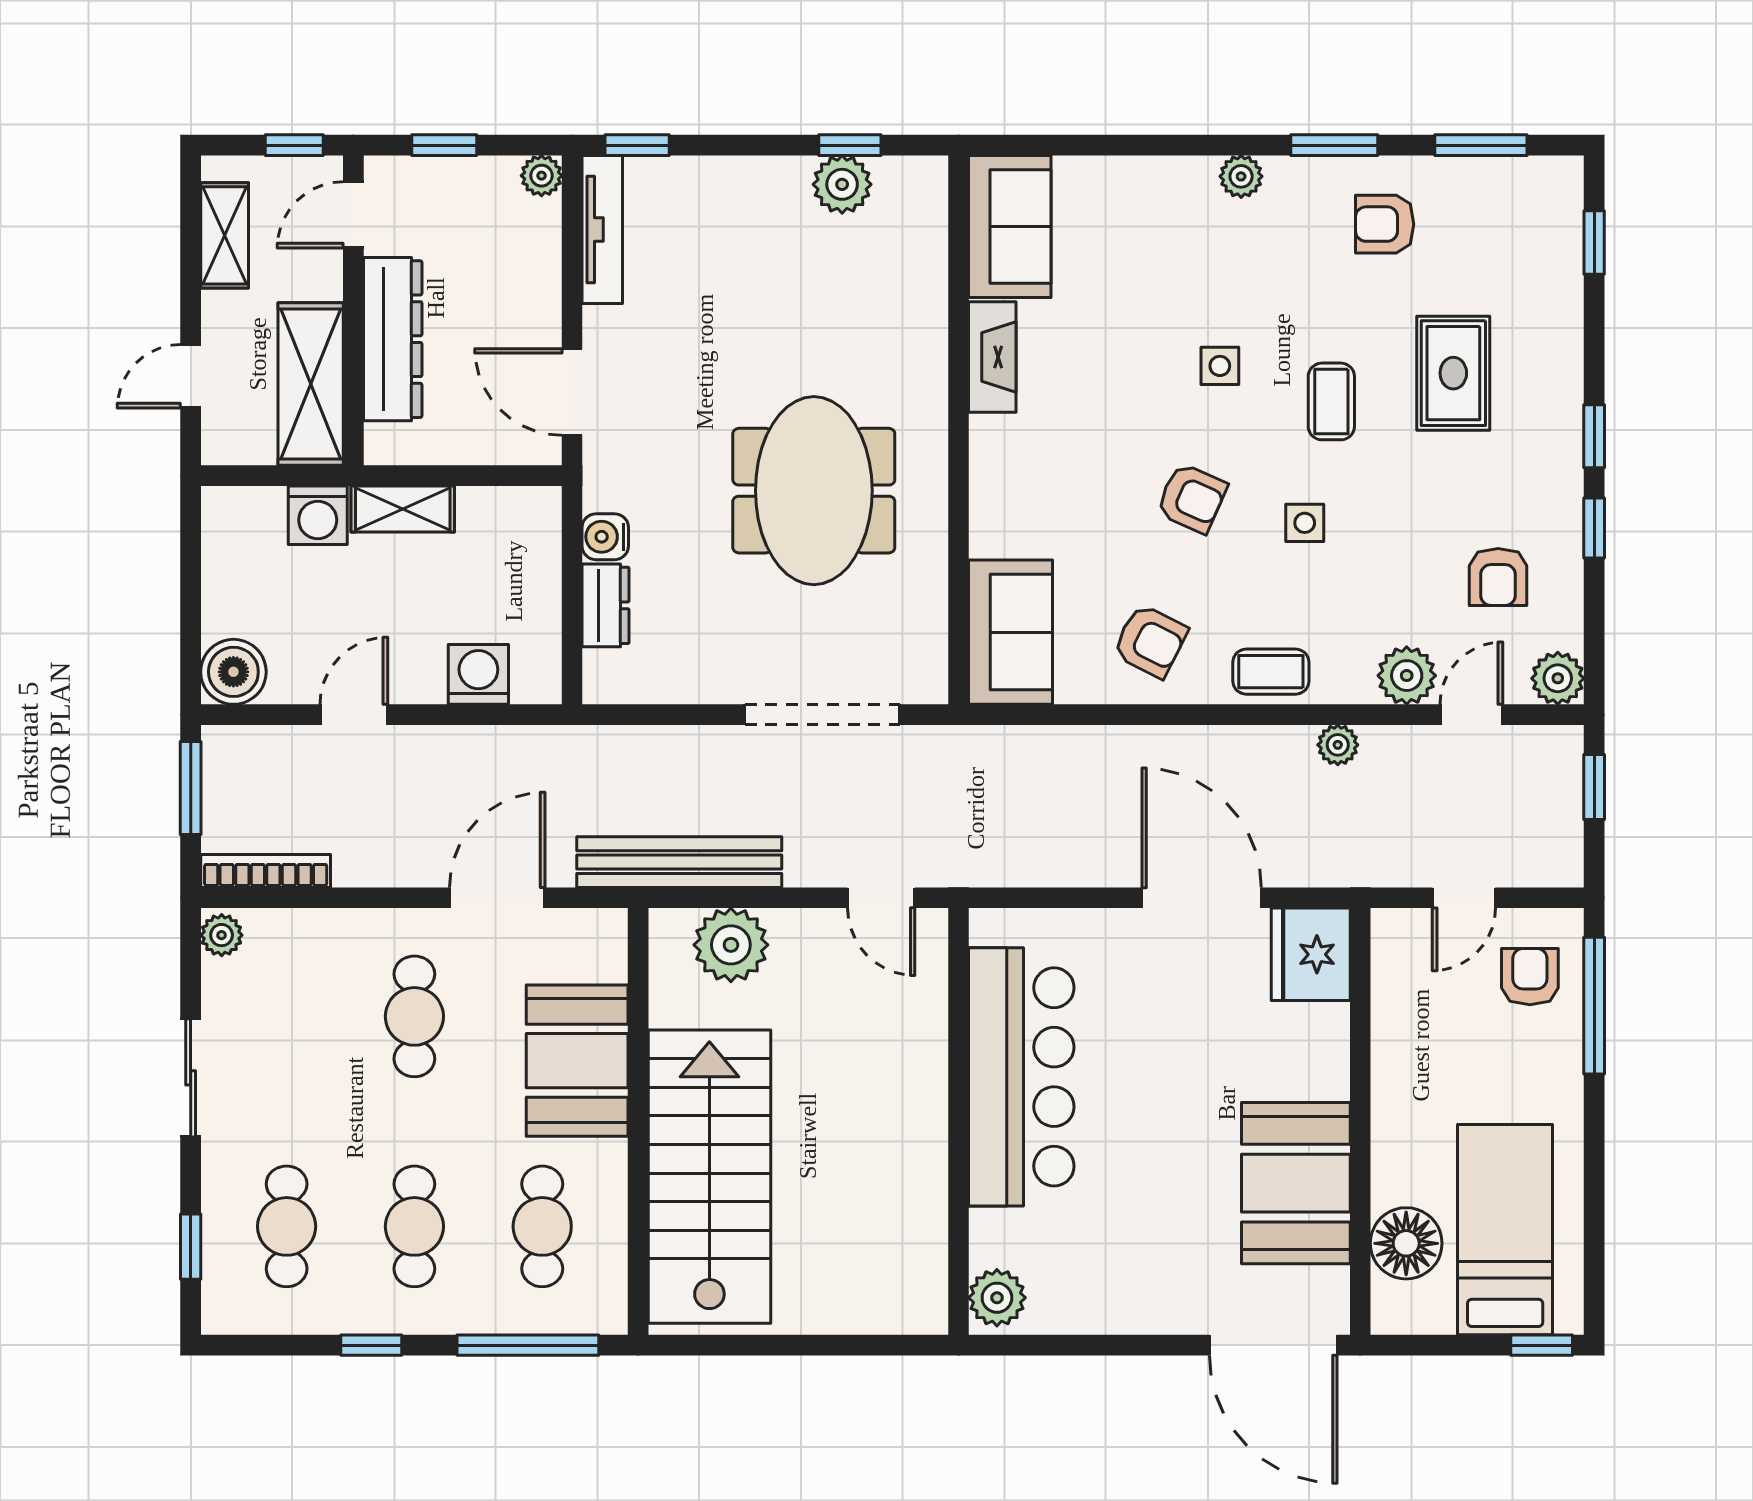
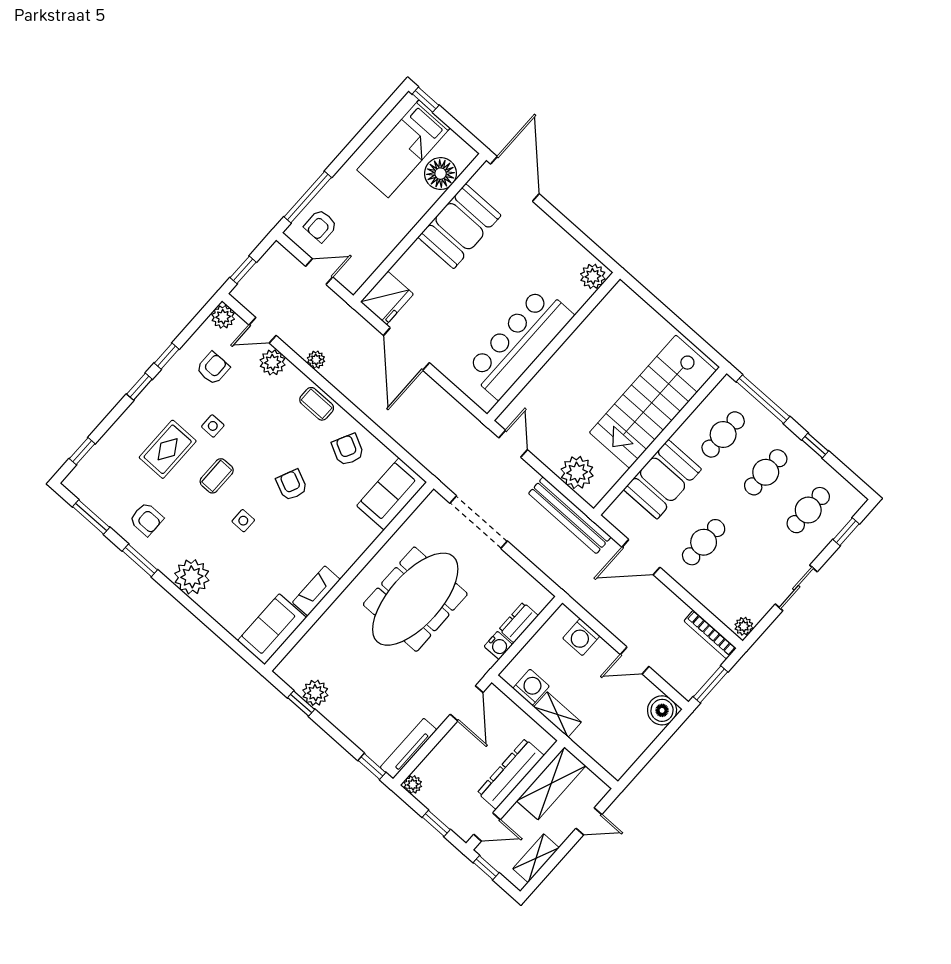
plant: (1241, 176) -> (192, 577), width x1.87, depth x1.87
meeting table: (814, 491) -> (415, 599), width x1.36
washing machine: (318, 515) -> (531, 687), moved
side table: (1305, 523) -> (213, 426), moved

